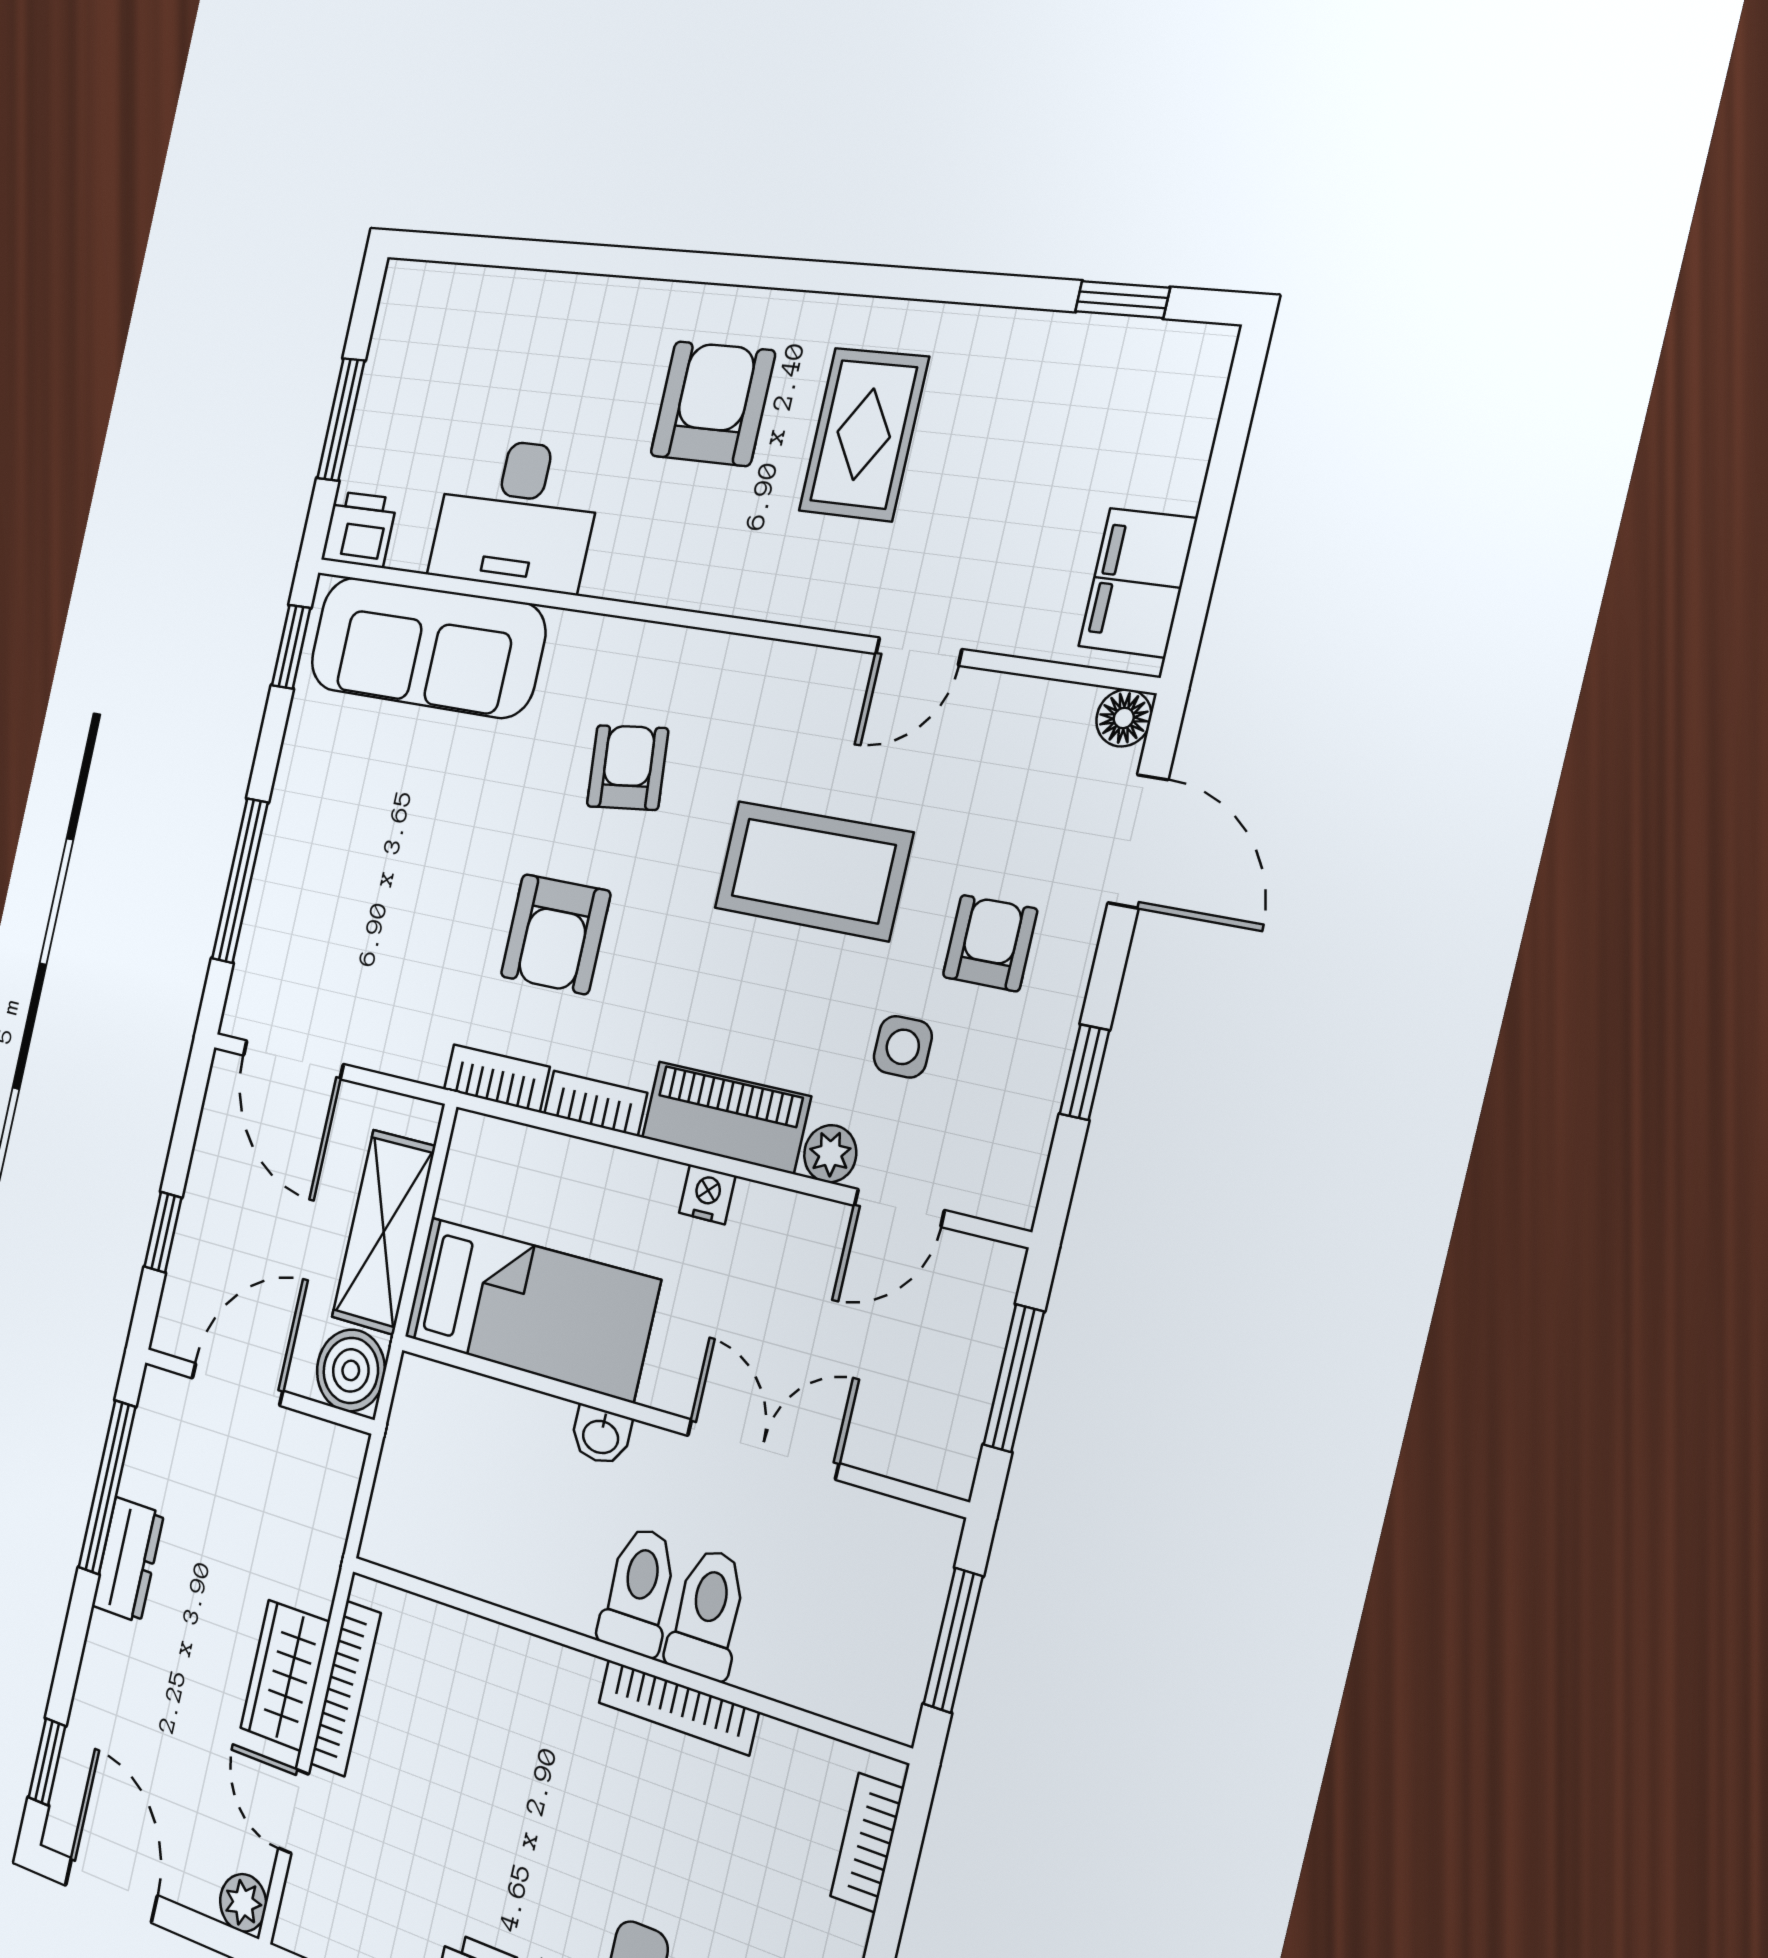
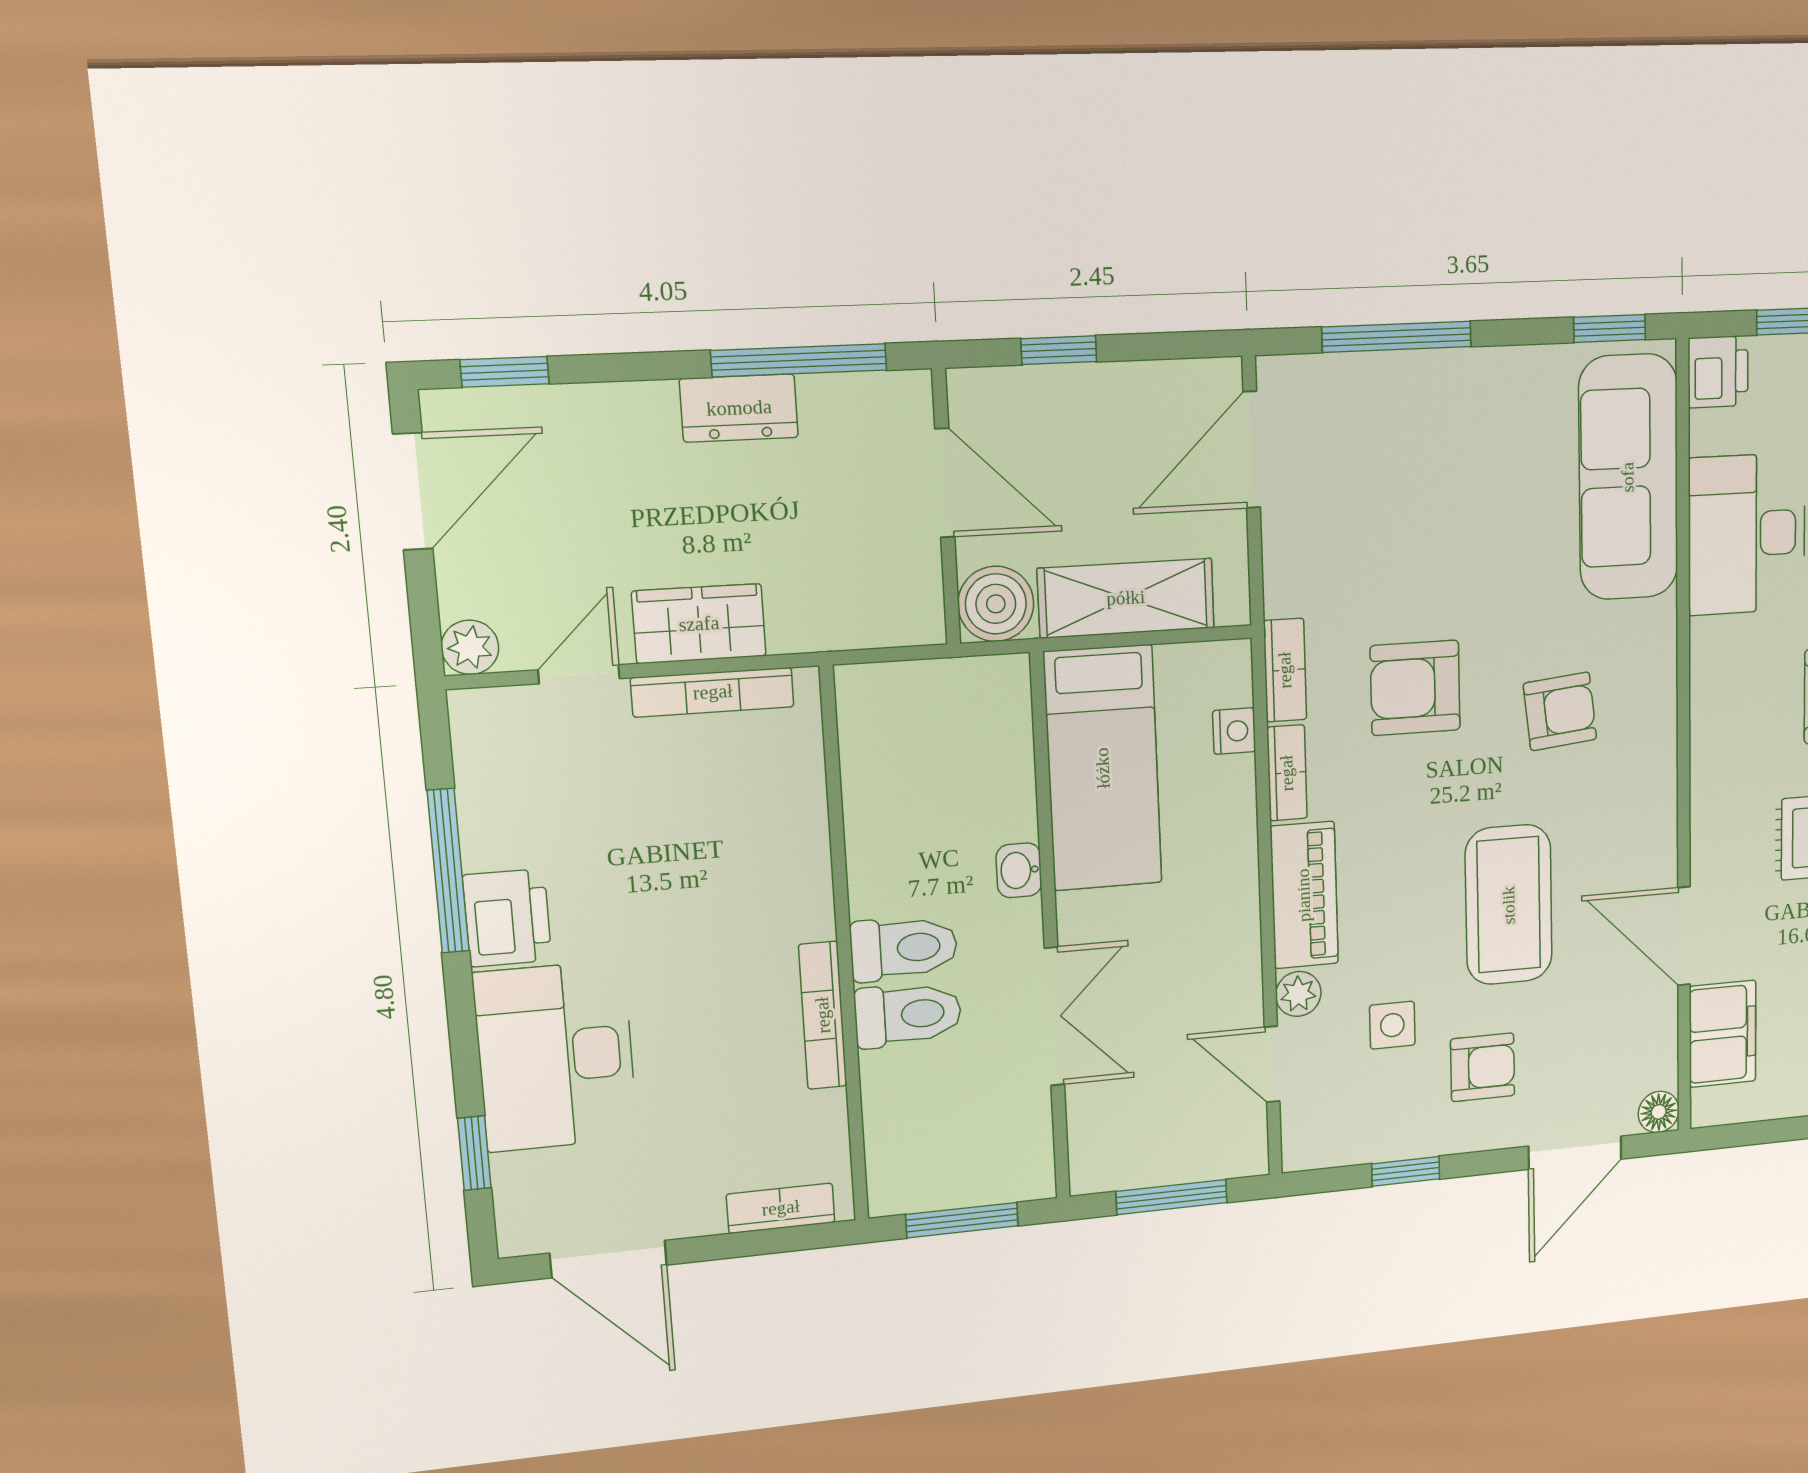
filing cabinet: (1138, 583) -> (1723, 1034), moved, turned 90
door: (919, 652) -> (1684, 936), width x1.38
nightstand: (707, 1194) -> (1234, 731), moved

